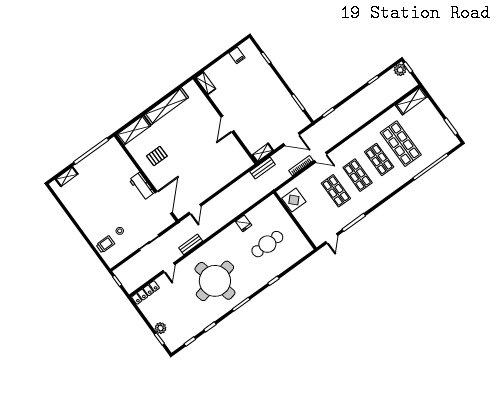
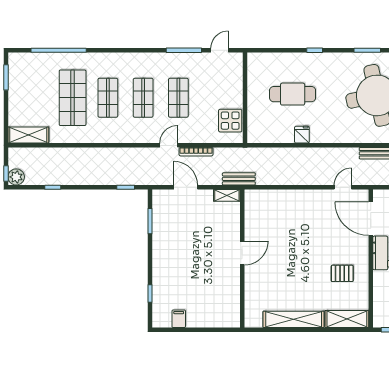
shelving: (206, 83) -> (234, 313), removed
door: (321, 157) -> (169, 145), hinge flipped
door: (164, 202) -> (371, 219), hinge flipped

